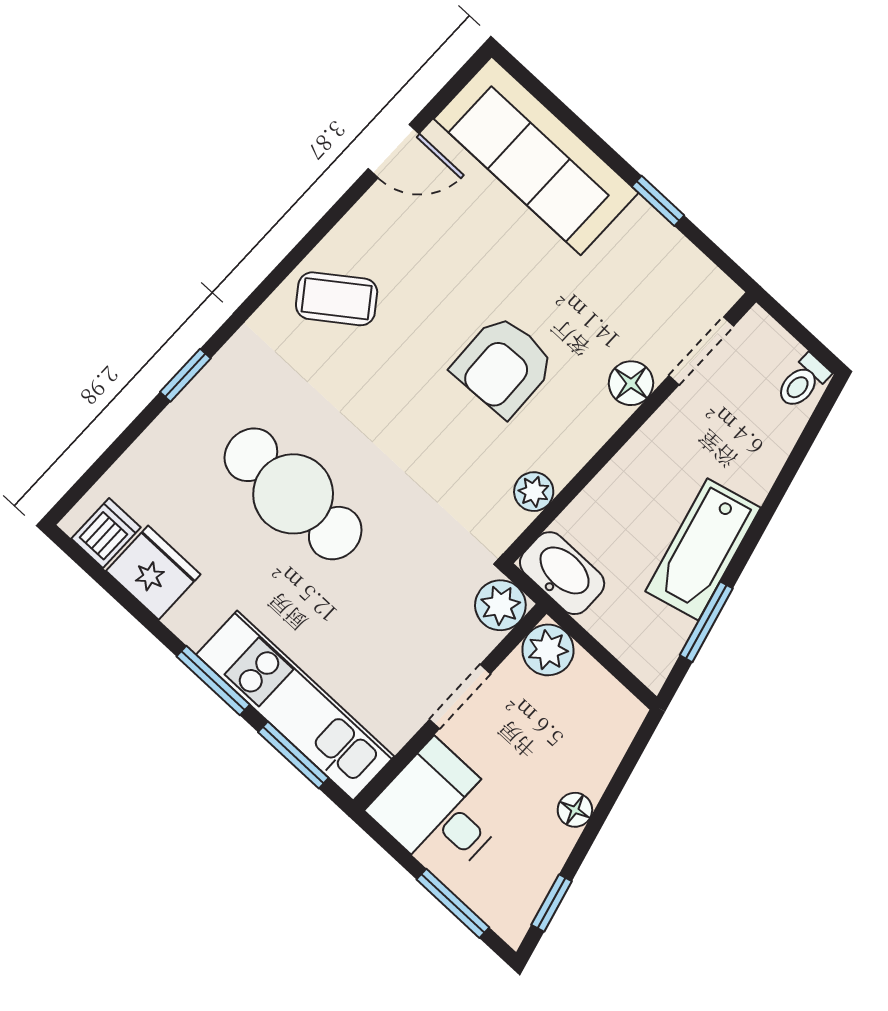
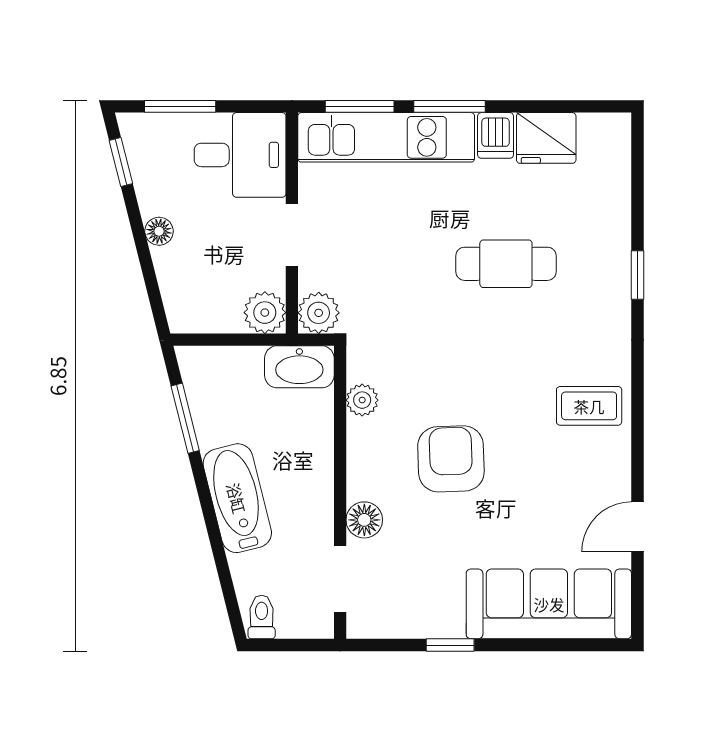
coffee table: (337, 299) -> (589, 406), turned 36
cafe table: (293, 494) -> (506, 264), width x0.73, depth x0.74
dishwasher: (106, 533) -> (496, 135), moved
bathtub: (703, 549) -> (237, 498), moved

